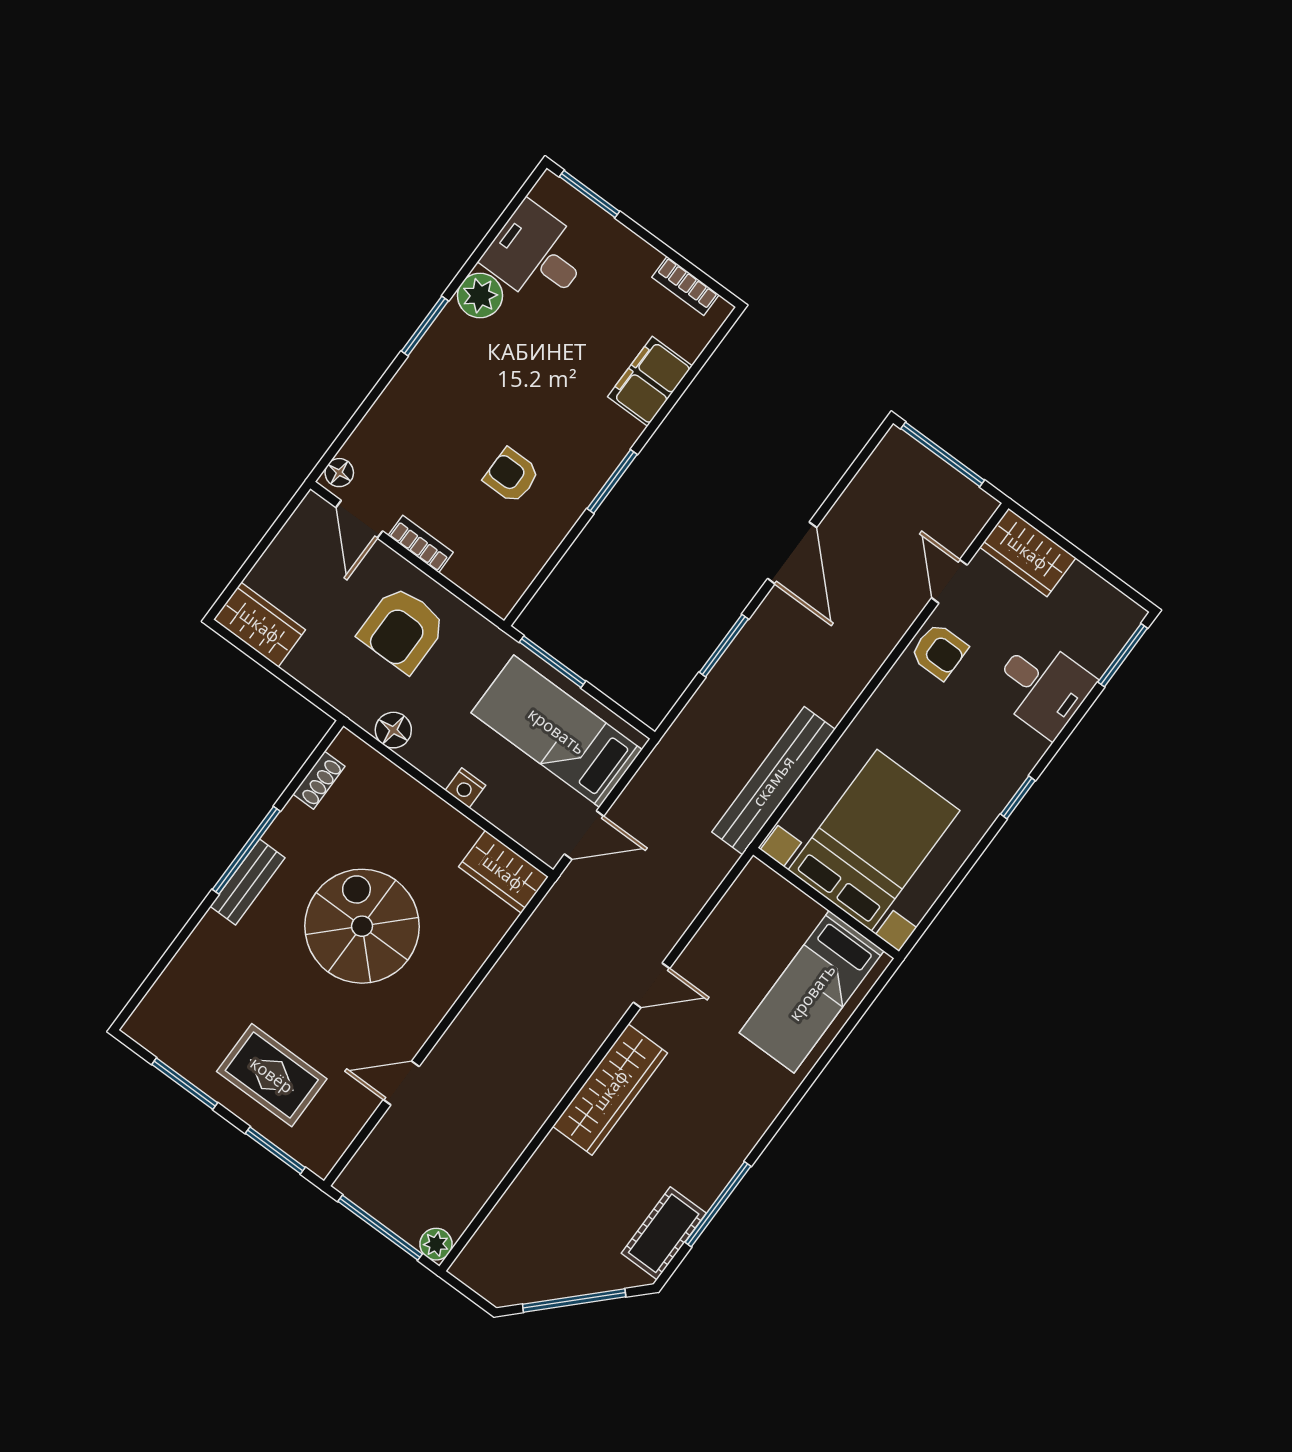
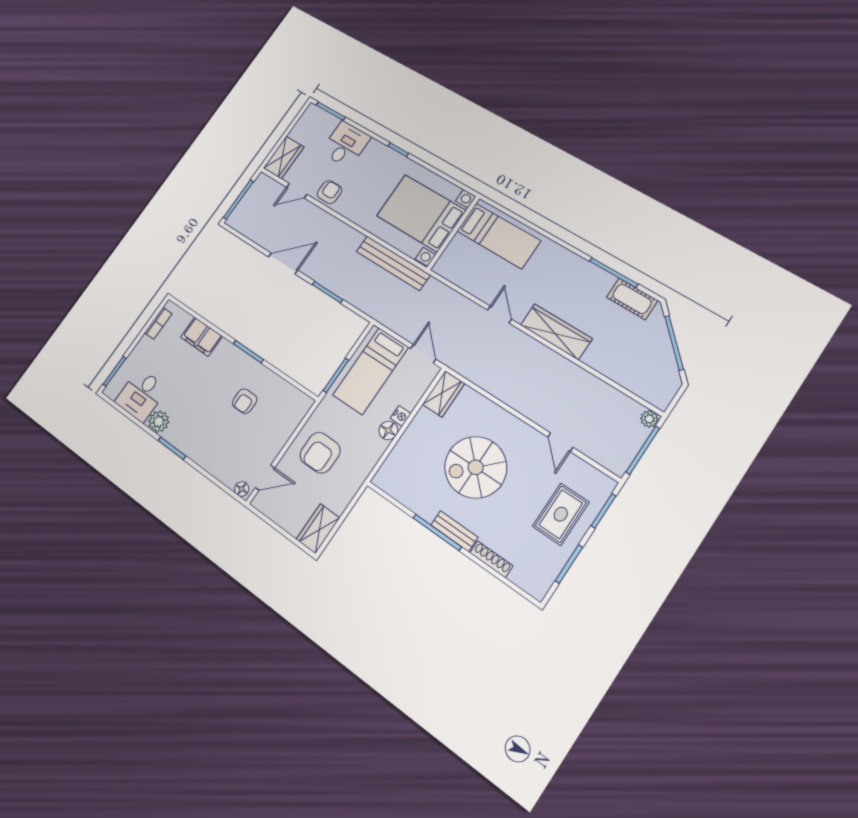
bookcase: (421, 544) -> (277, 445), removed
armchair: (402, 629) -> (320, 453), turned 90
floor lamp: (393, 730) -> (388, 431), moved
shoe rack: (319, 780) -> (491, 559), moved, width x1.43

